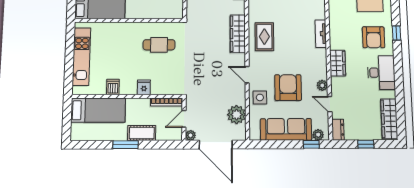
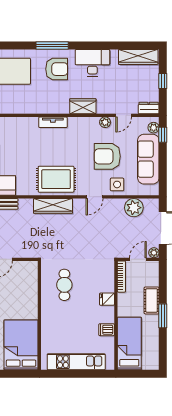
window: (397, 33) -> (52, 46), width x2.17
rug: (264, 37) -> (56, 179), width x1.36, depth x1.43
door: (184, 119) -> (138, 259), swing flipped

